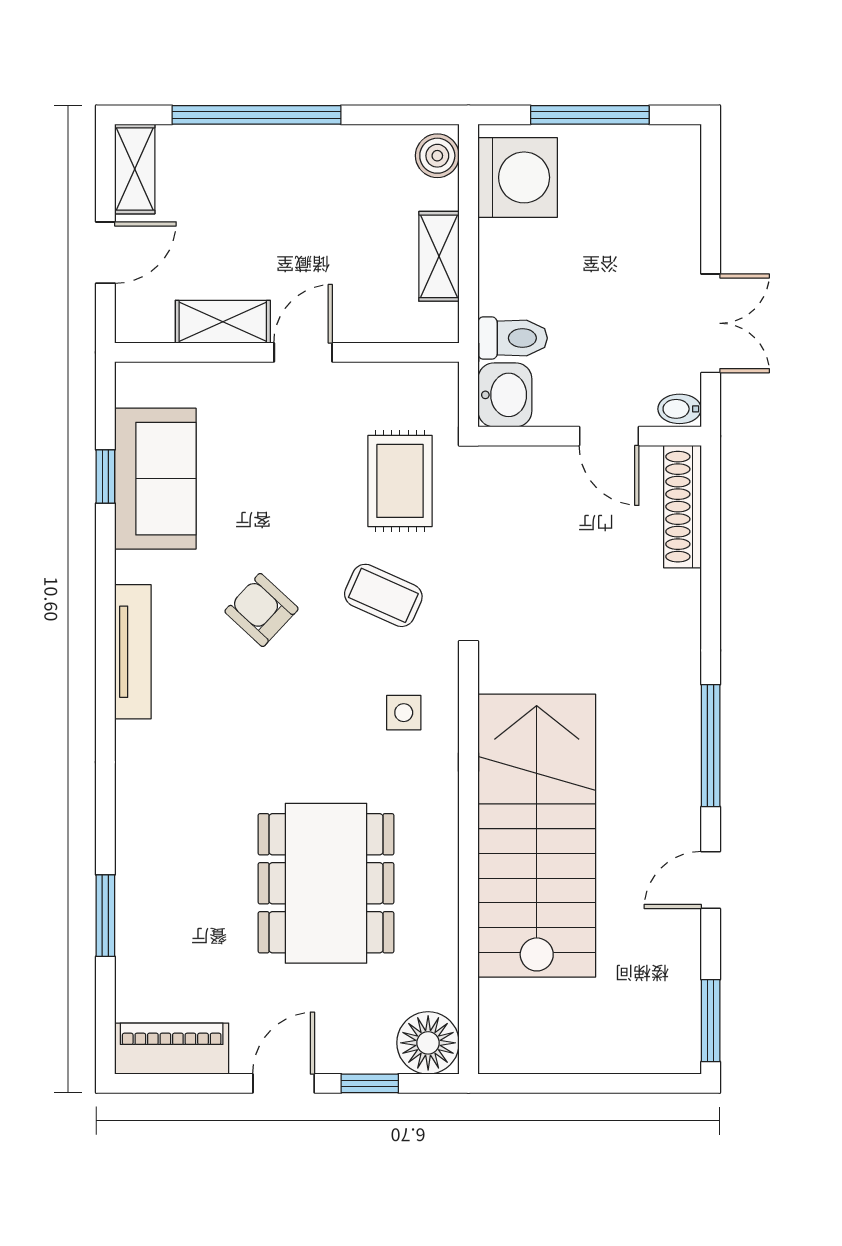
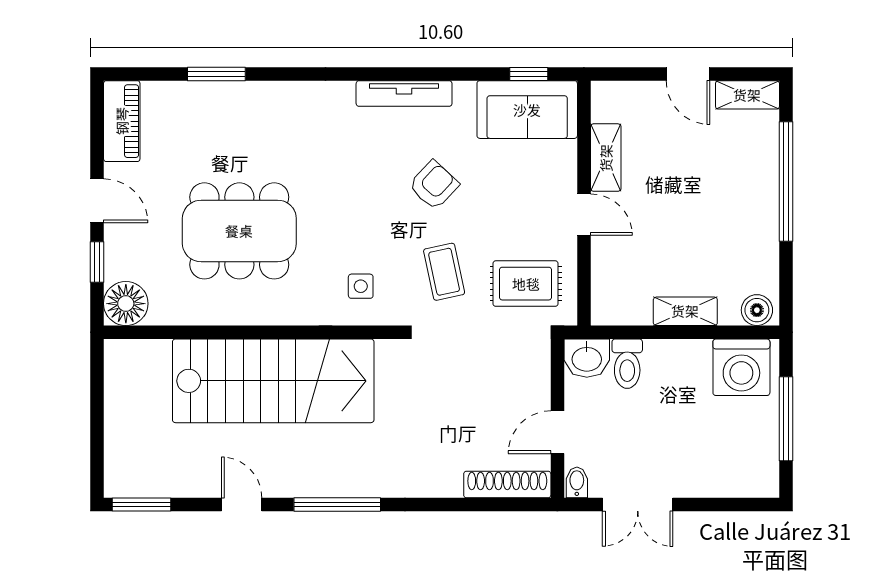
shelving: (223, 322) -> (606, 158), moved
wall: (287, 352) -> (584, 203), moved
door: (303, 352) -> (584, 215), moved
coffee table: (383, 595) -> (444, 272), turned -36

